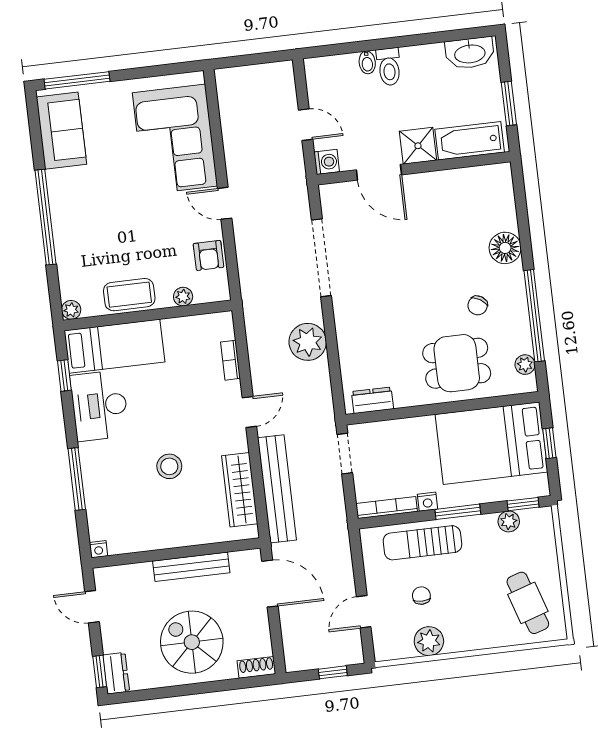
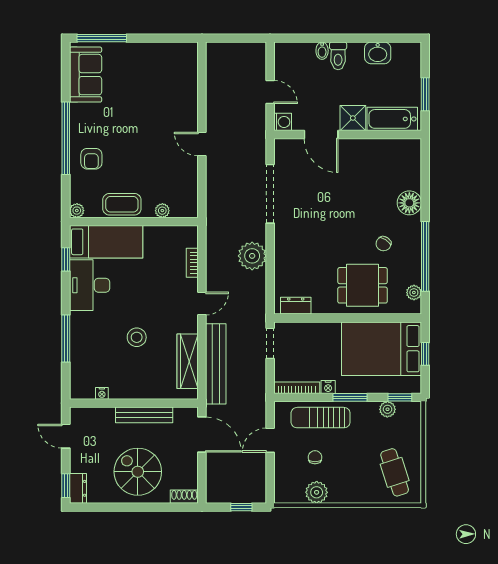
washbasin: (470, 53) -> (378, 53), moved, width x0.72
corner sofa: (175, 139) -> (170, 91), removed
armchair: (208, 255) -> (91, 159), moved
nightstand: (99, 549) -> (102, 393), moved
door: (364, 612) -> (270, 440), moved

